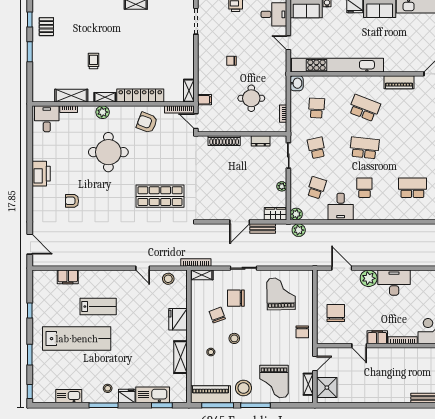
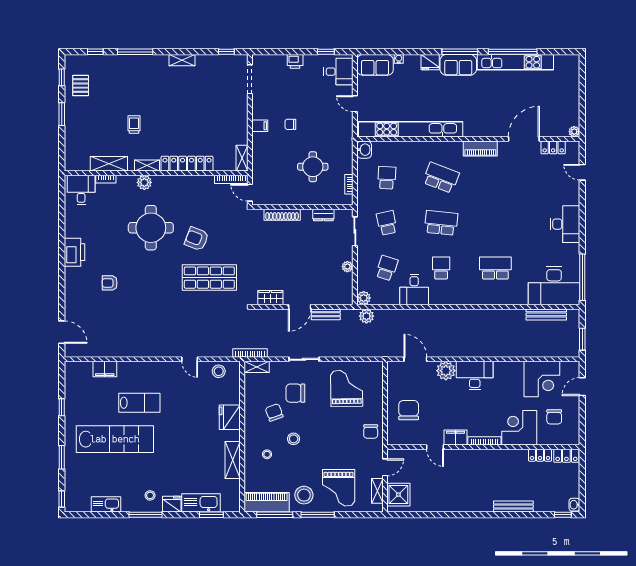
filing cabinet: (204, 100) -> (260, 126), moved
armchair: (147, 123) -> (197, 239), moved
wardrobe: (276, 214) -> (270, 298), moved

